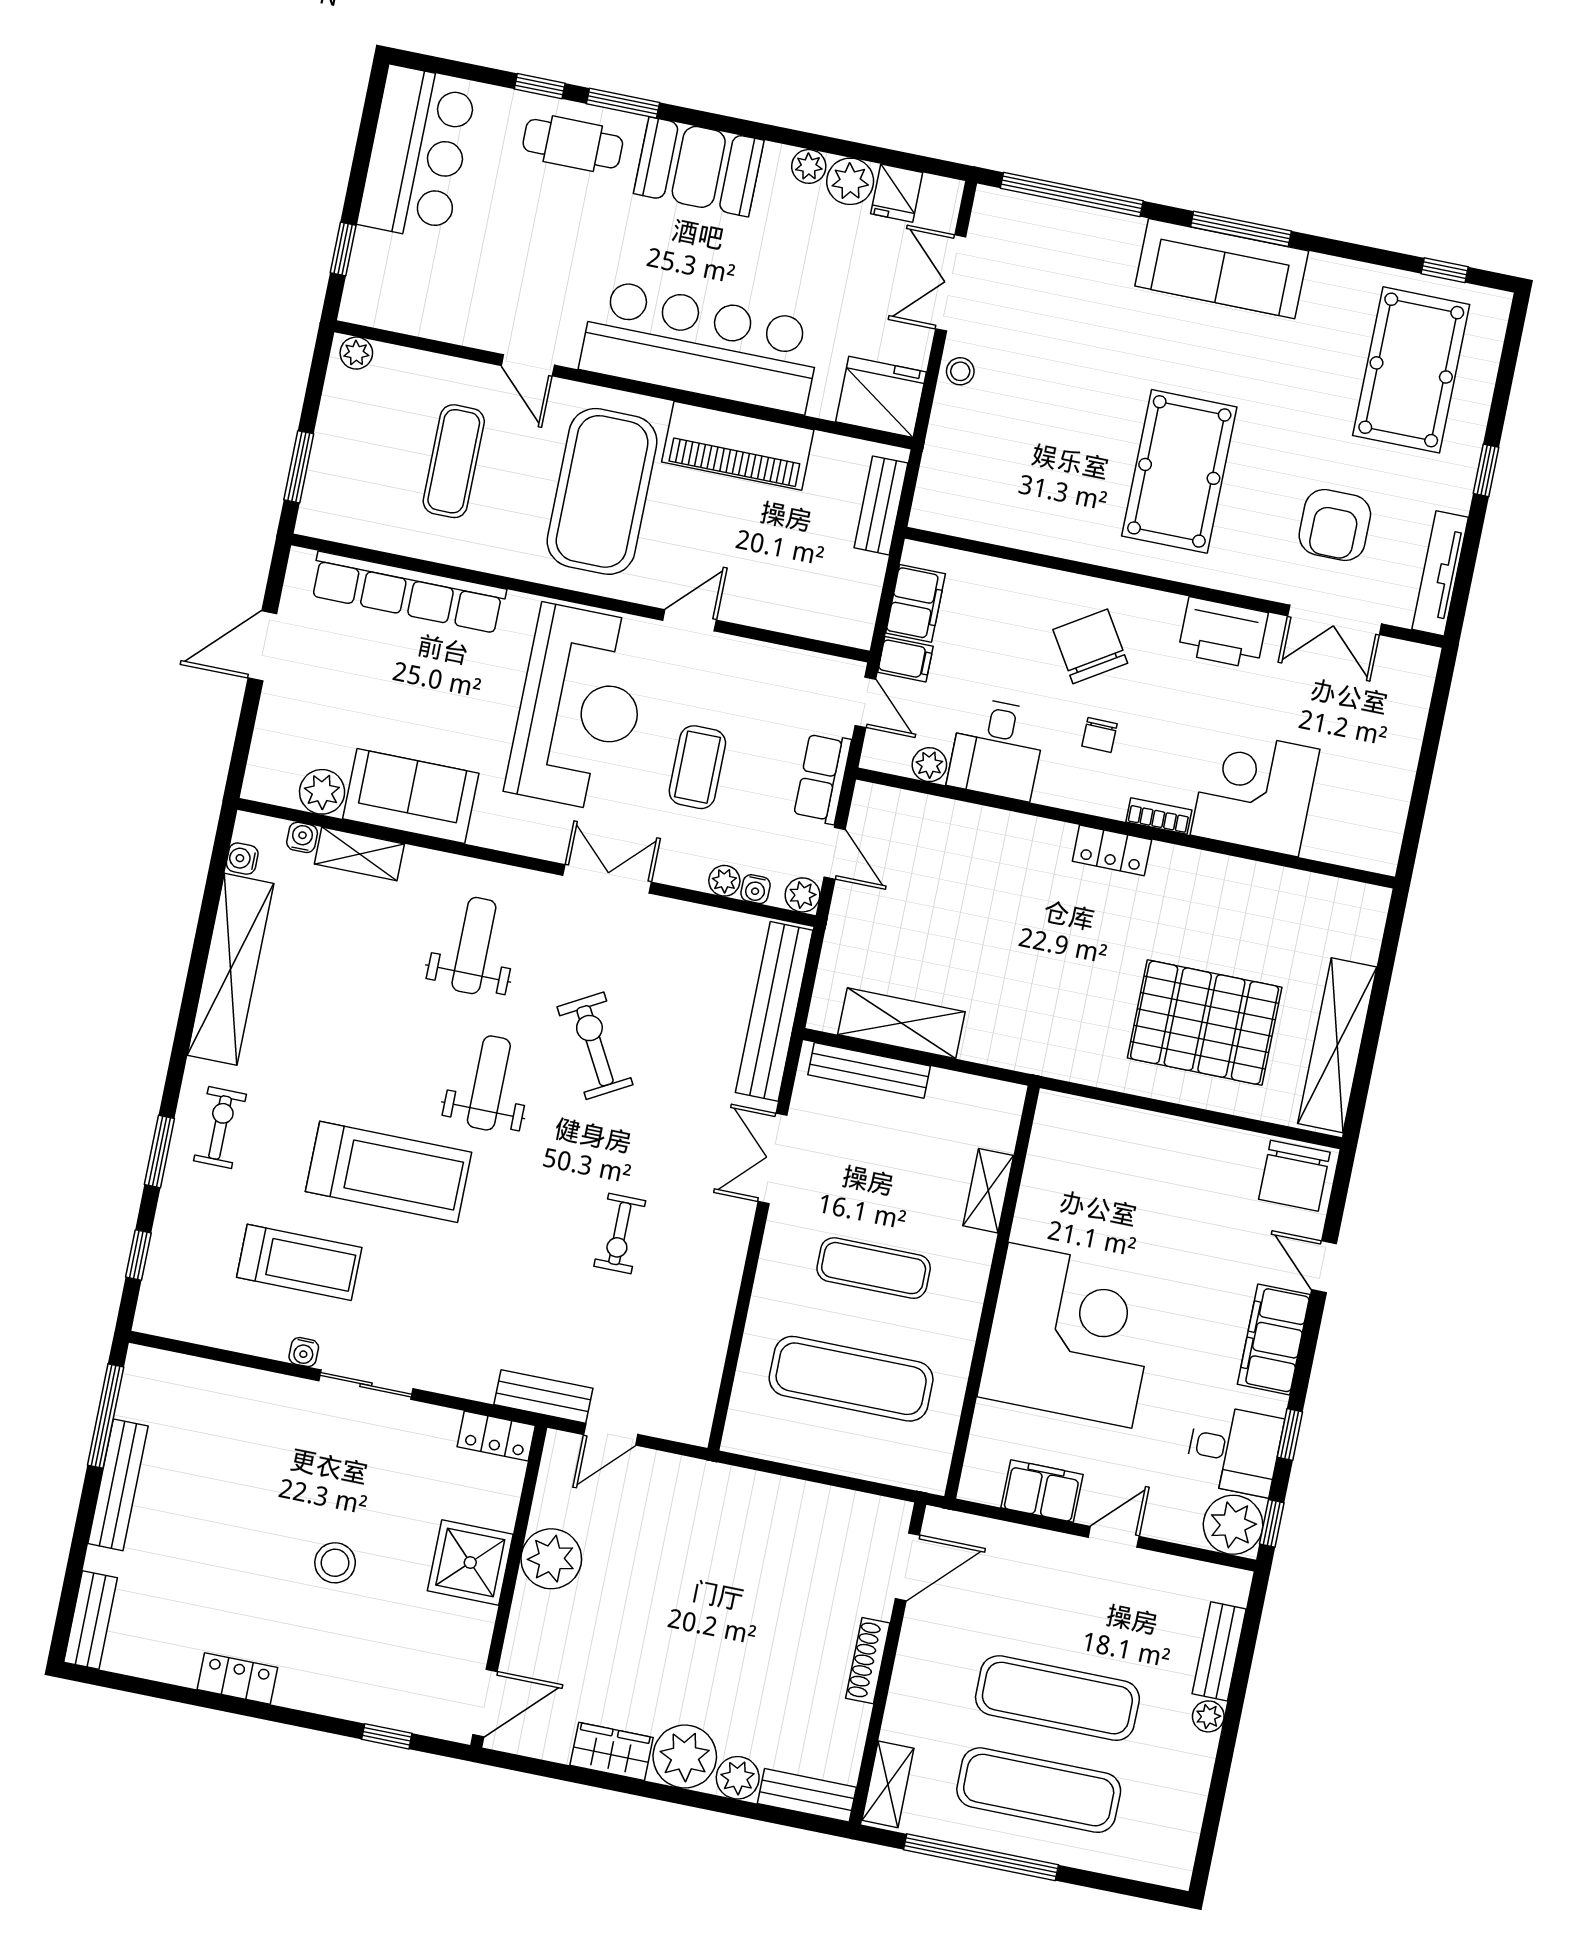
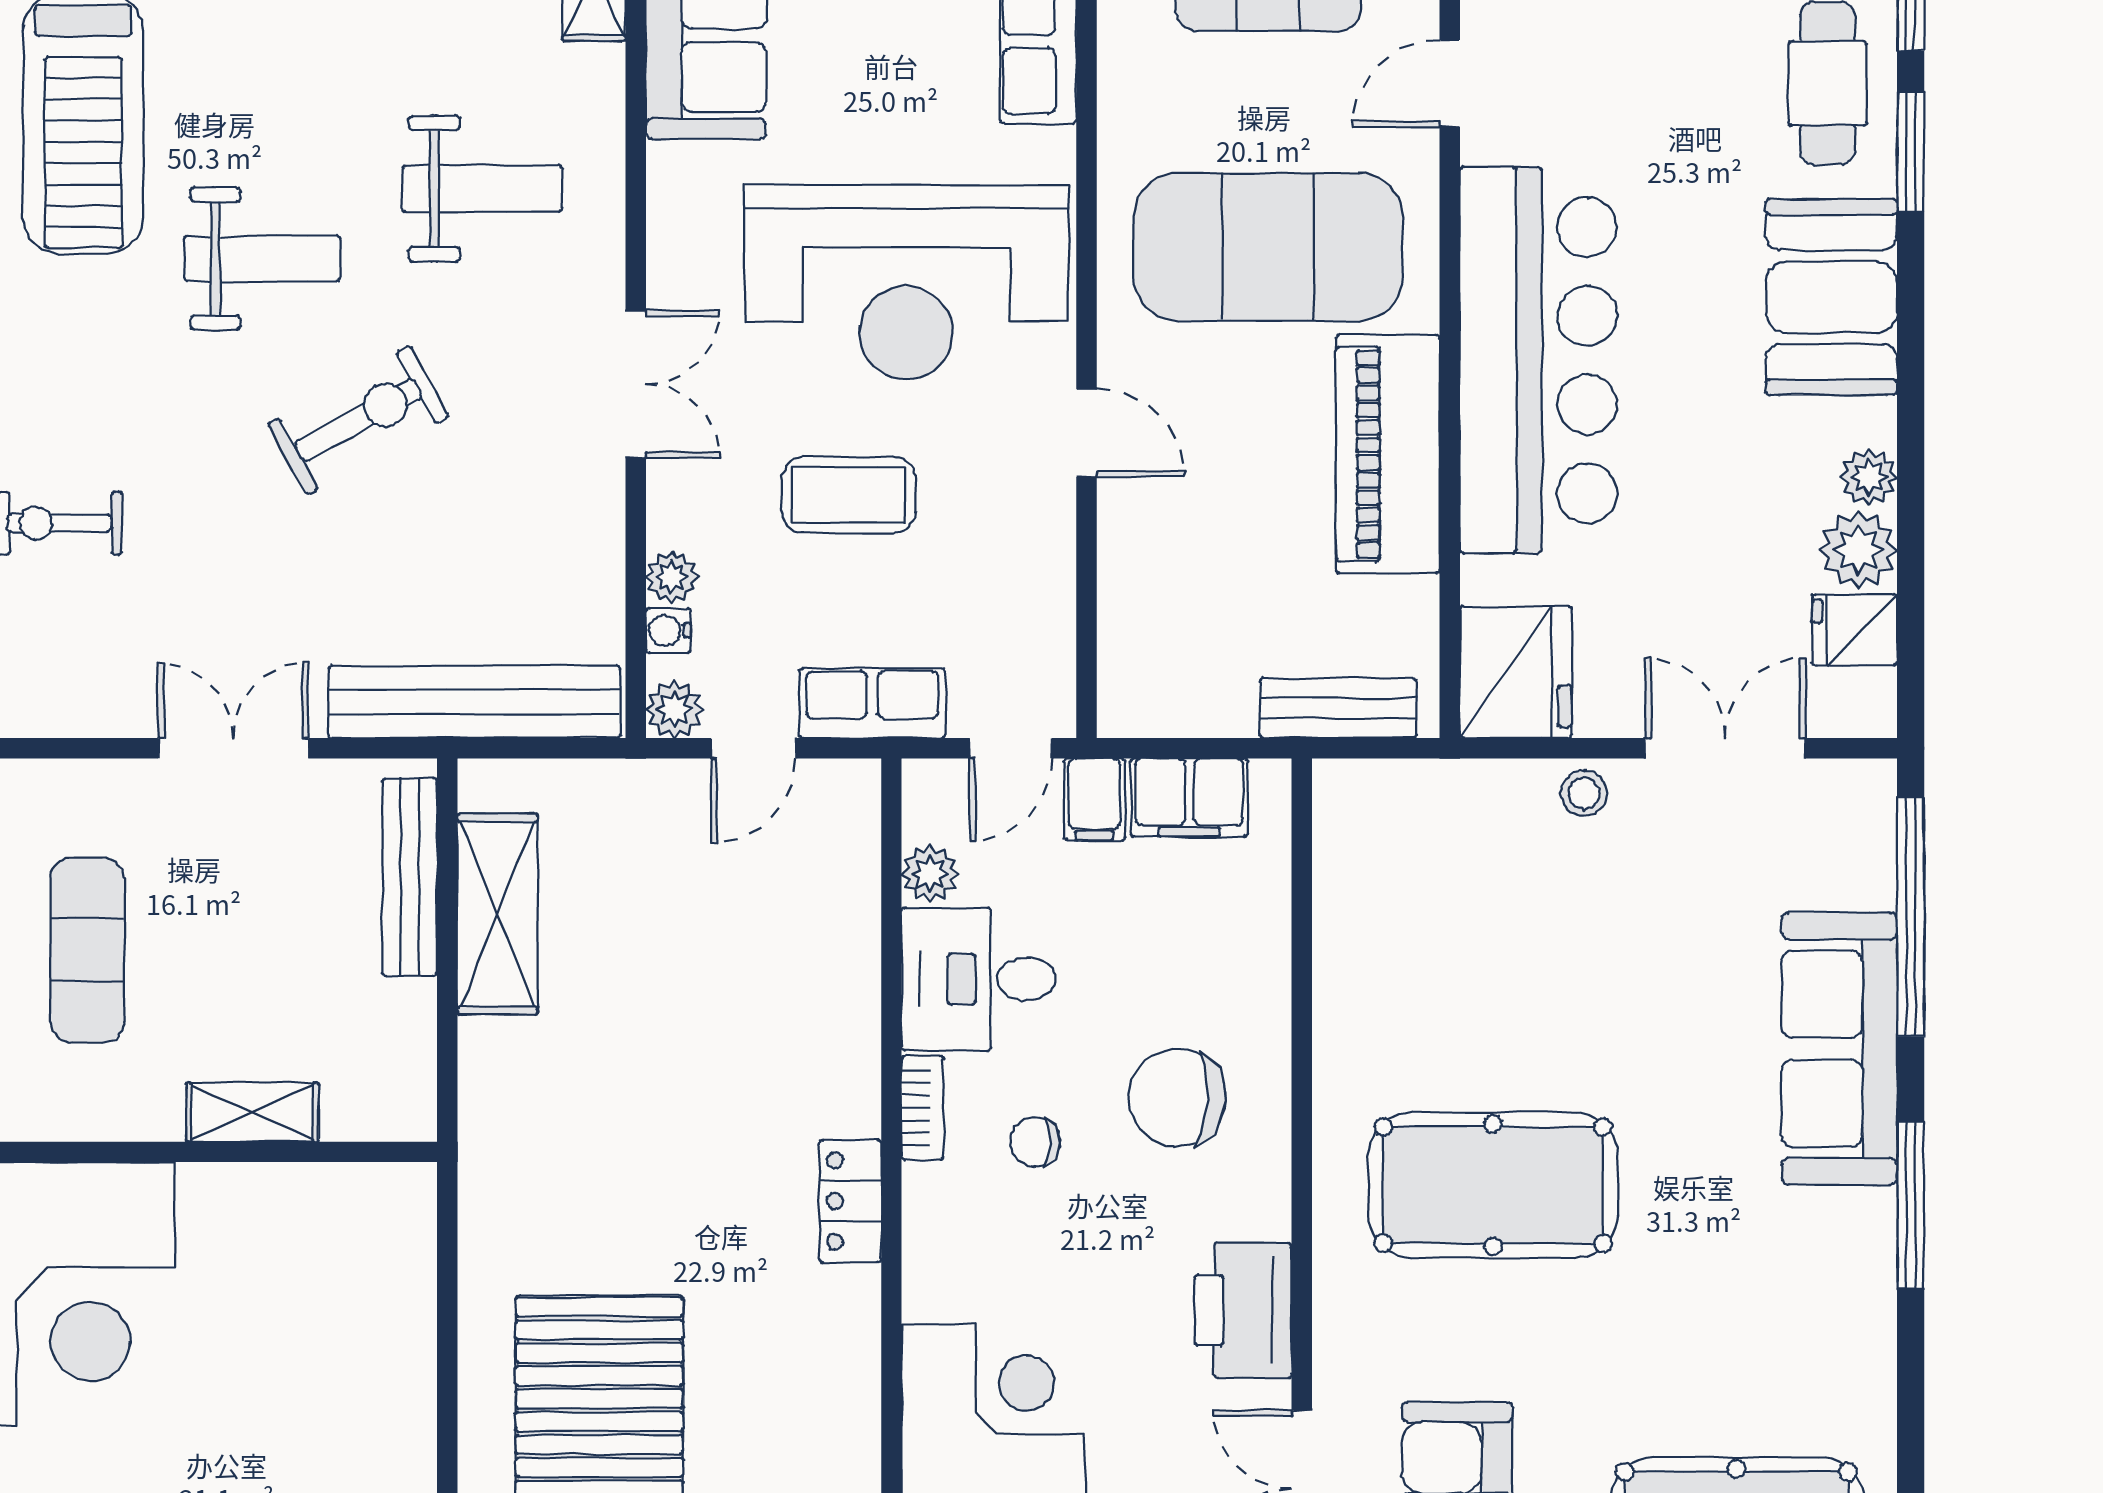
sofa: (1222, 269) -> (1839, 1049), moved
chair: (1090, 646) -> (1177, 1098), turned -144
bookcase: (1159, 816) -> (922, 1108), moved

